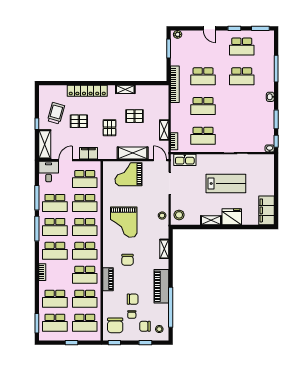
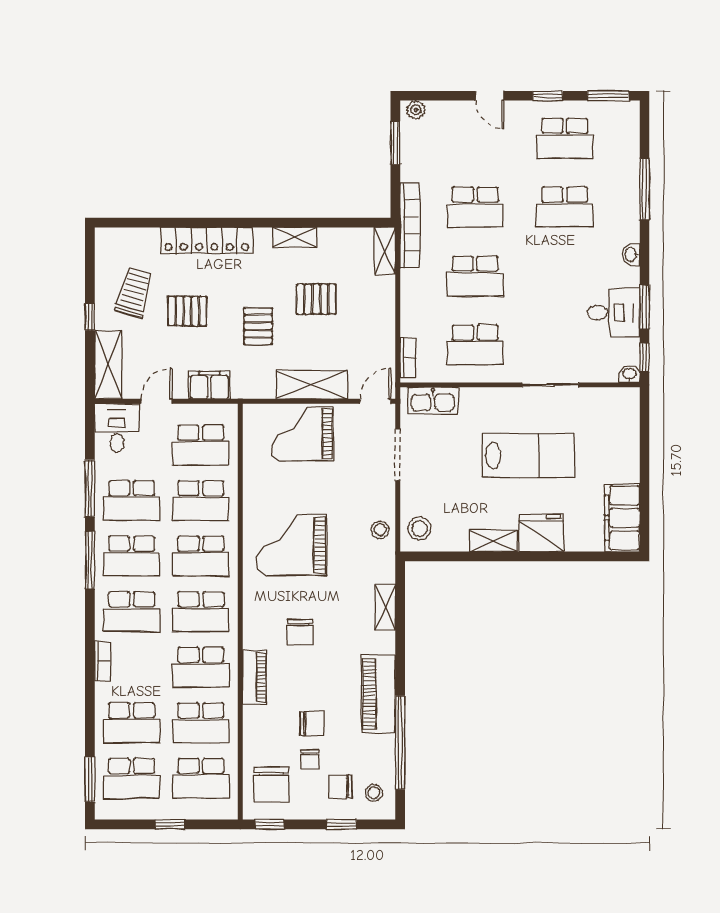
desk: (263, 122) -> (614, 313), added
shelving: (164, 130) -> (385, 251), moved
door: (160, 160) -> (375, 401), hinge flipped
grand piano: (124, 222) -> (291, 545), turned 90

